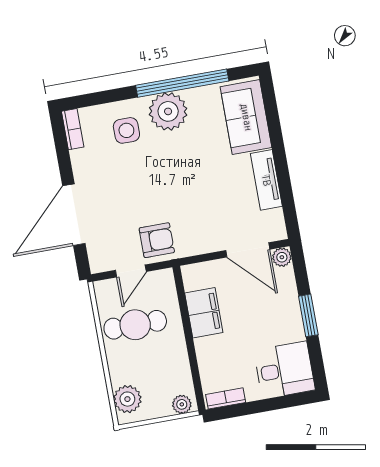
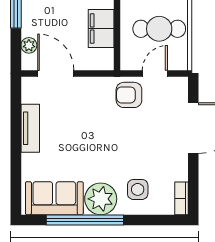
sofa: (246, 117) -> (54, 198), moved, turned -90
plant: (282, 257) -> (29, 45), moved

